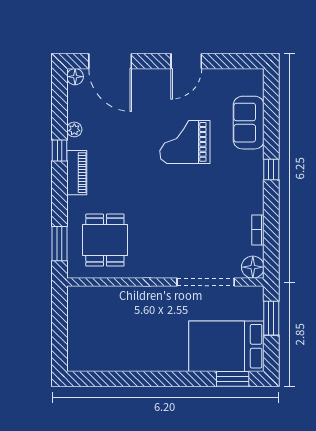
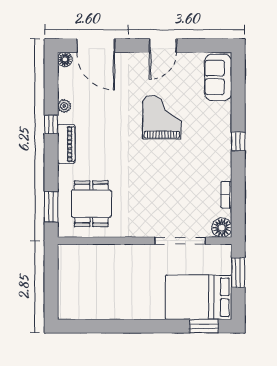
sofa: (249, 123) -> (218, 77), moved
grand piano: (185, 142) -> (162, 117), turned 90

